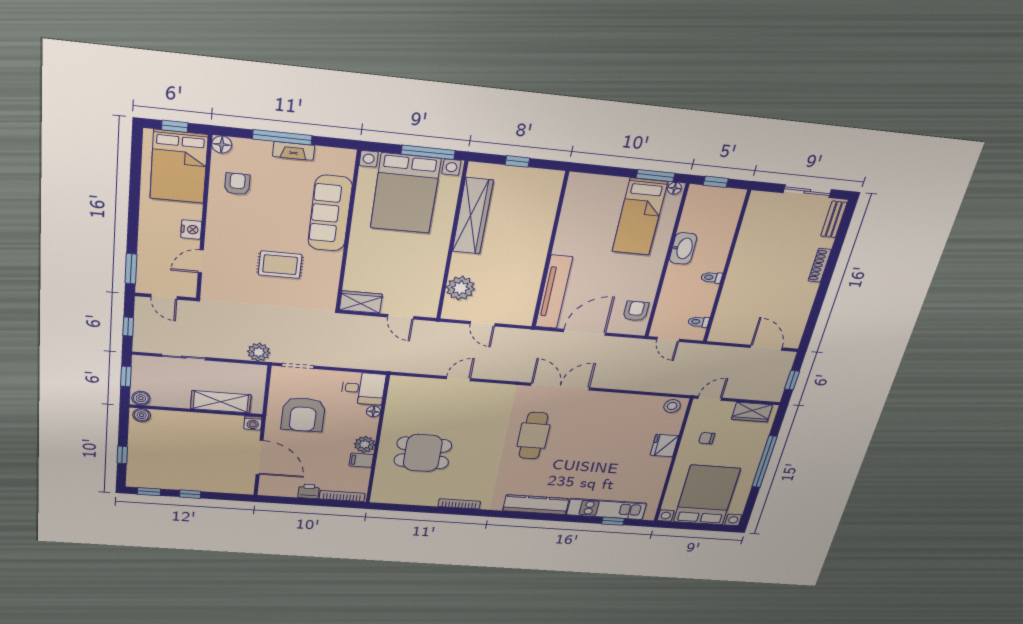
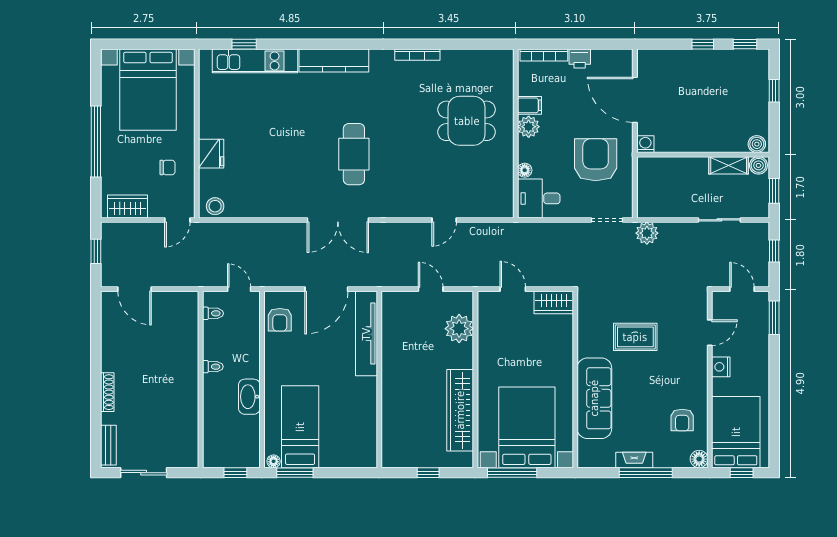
shelving: (221, 402) -> (729, 165), moved, width x0.67, depth x0.75

